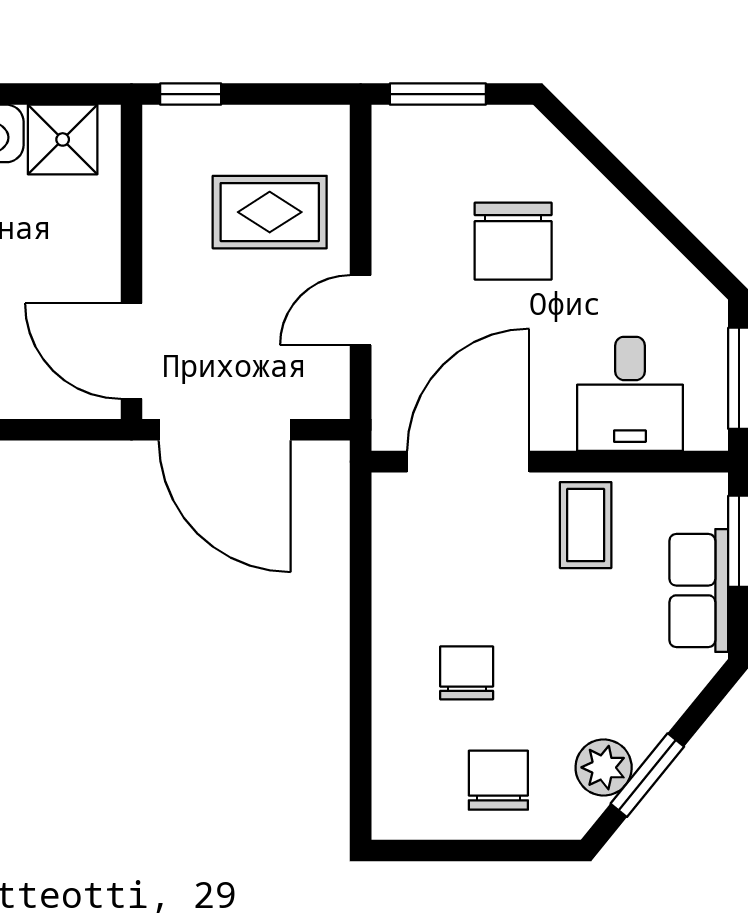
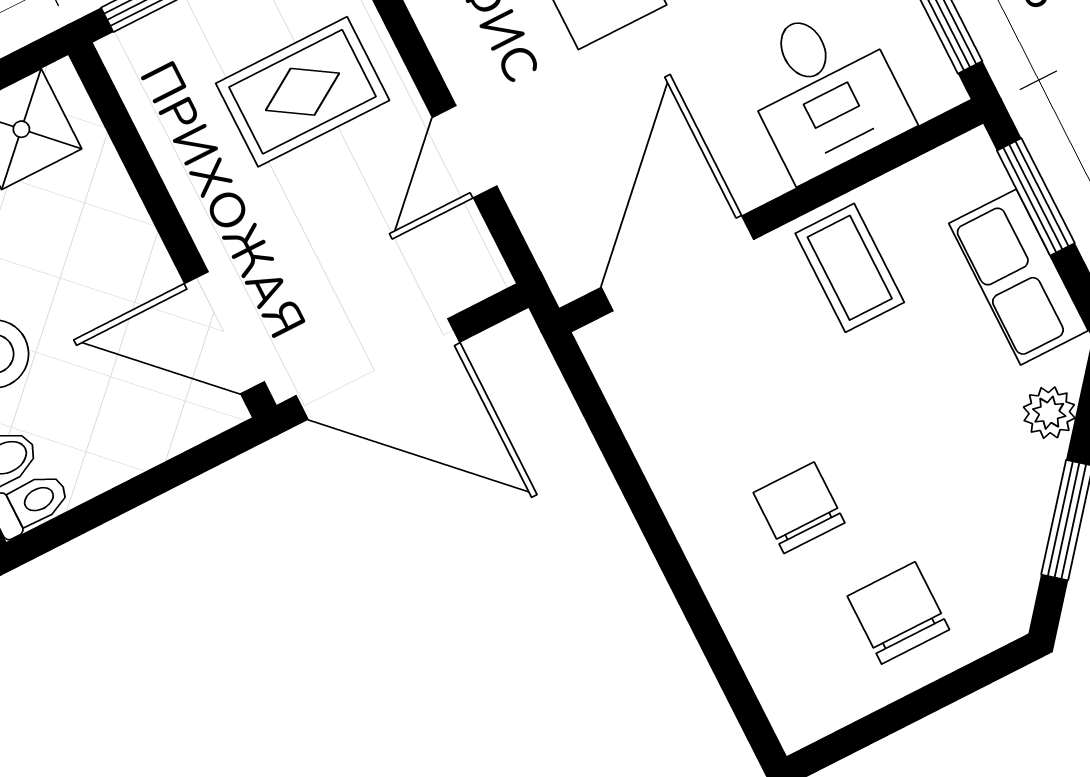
plant: (604, 767) -> (1049, 413), moved, width x0.73, depth x0.73

